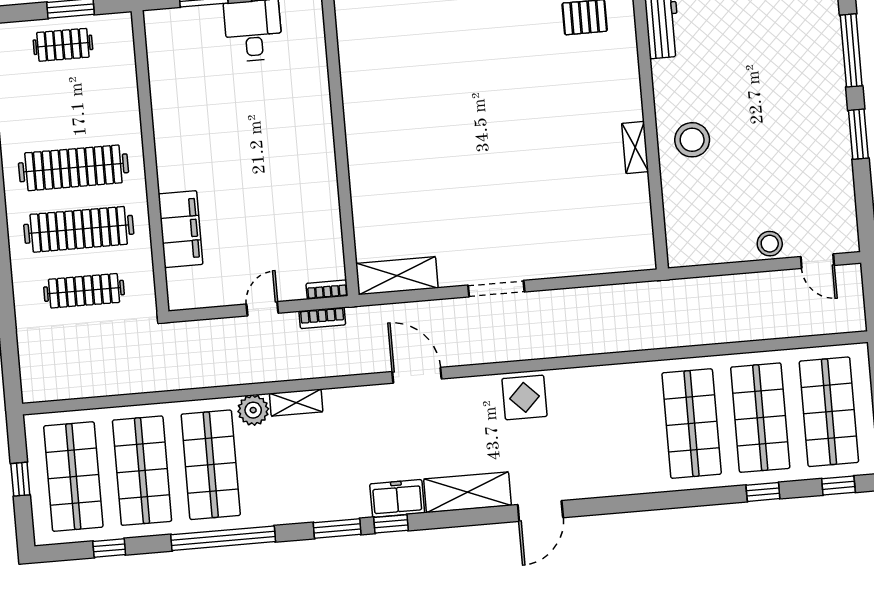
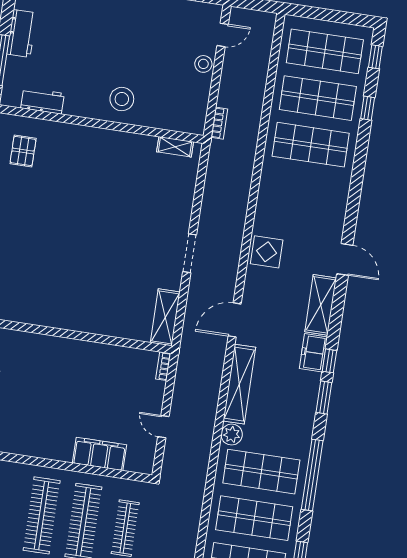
shelving: (635, 147) -> (175, 147), moved
door: (262, 309) -> (163, 427), moved
bookcase: (322, 318) -> (219, 123), moved
shelving: (296, 403) -> (239, 384), width x2.20, depth x1.33

